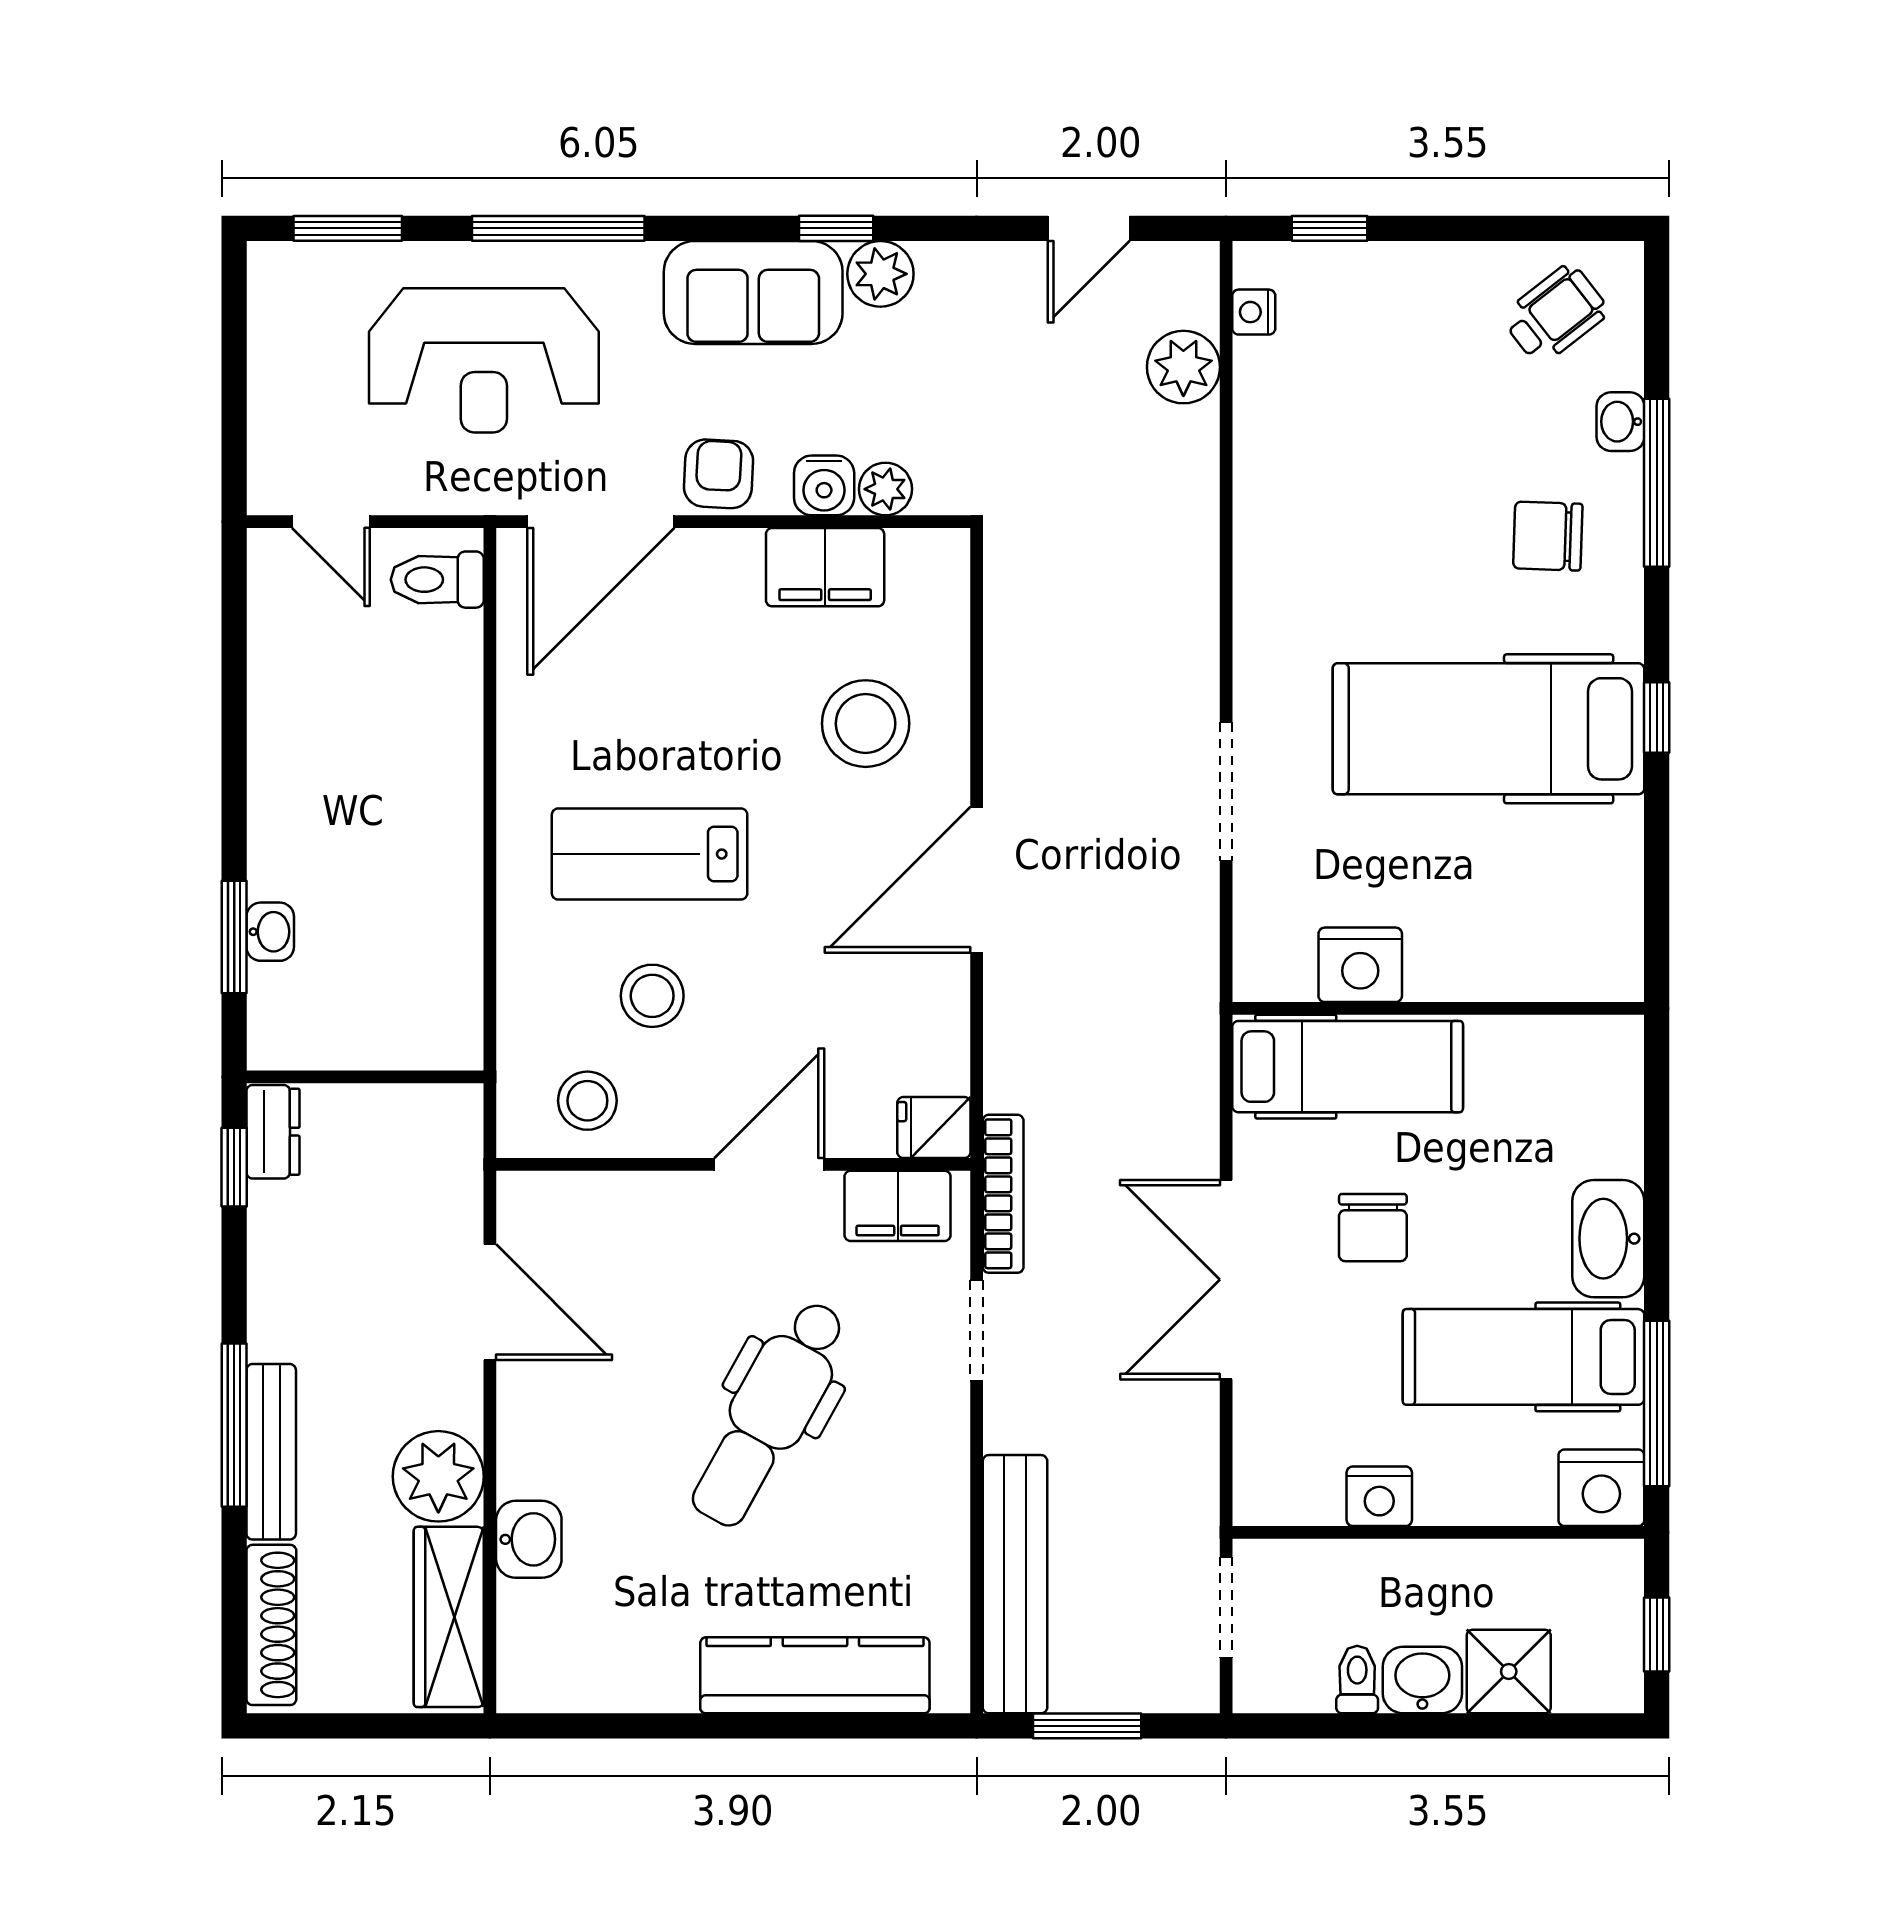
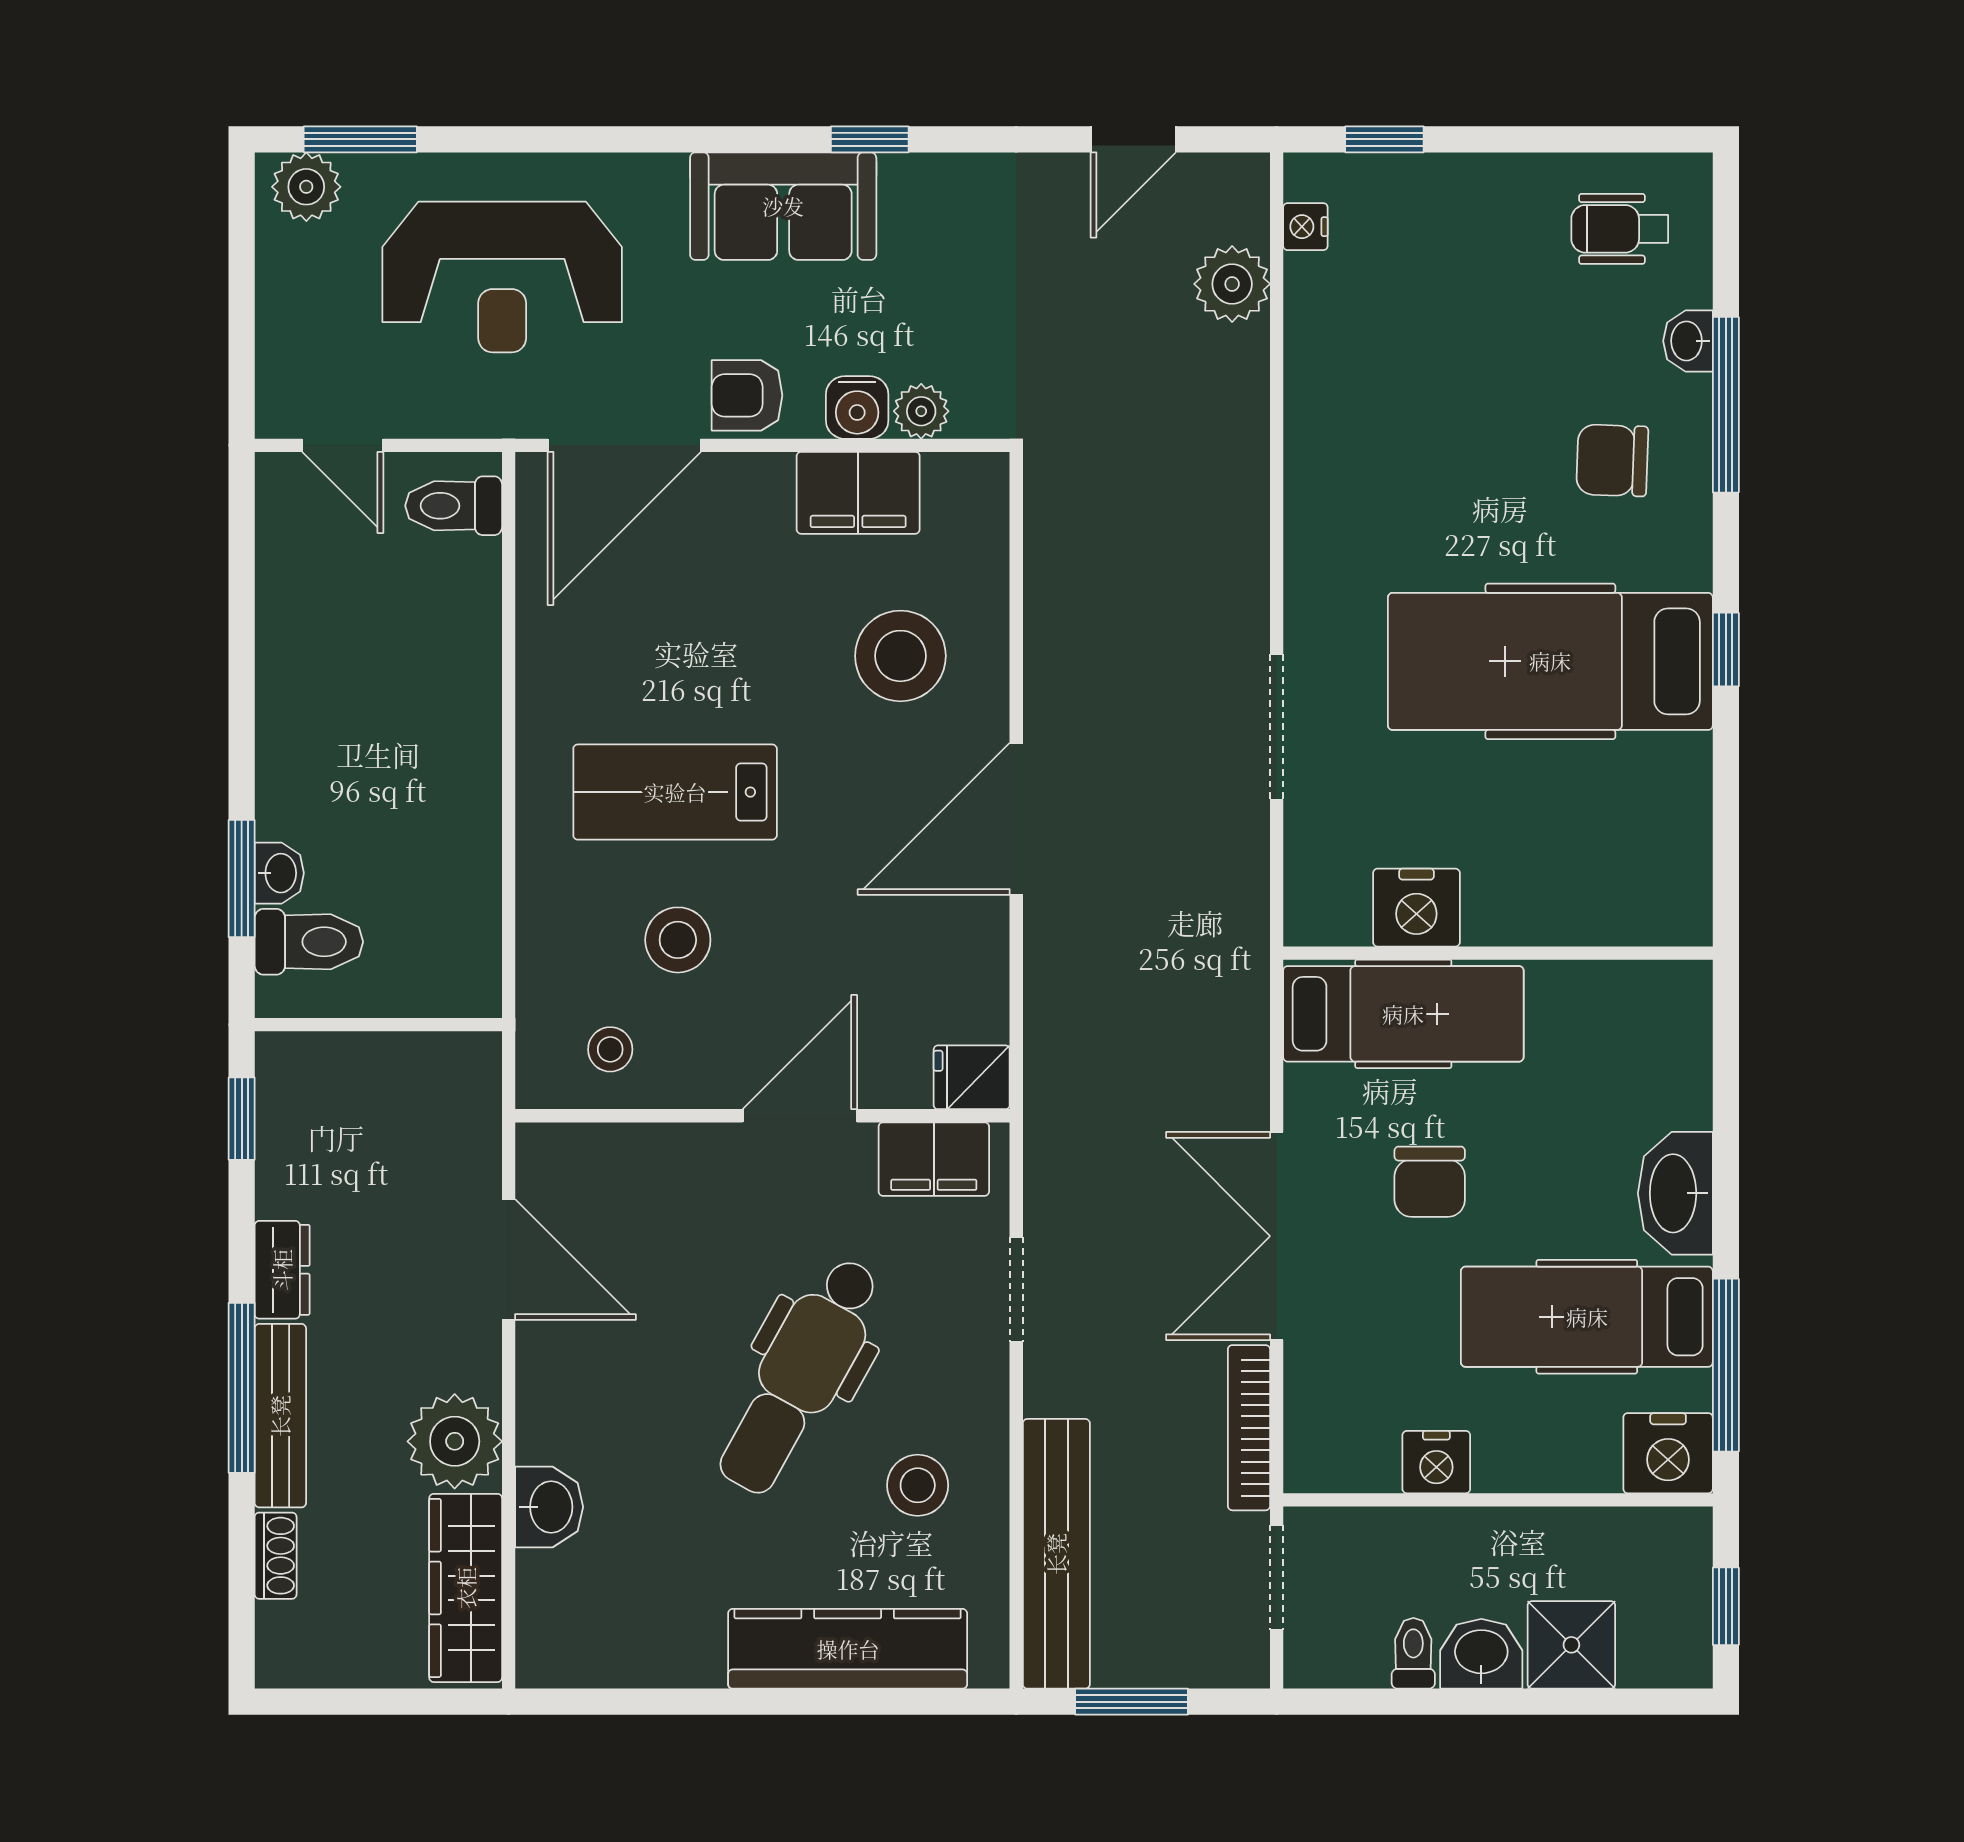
window: (558, 228) -> (580, 139), removed
plant: (880, 274) -> (306, 187), moved
wheelchair: (1555, 314) -> (1620, 229), turned -142
armchair: (718, 474) -> (747, 395), turned -93
toilet: (299, 998) -> (309, 942), added
stool: (587, 1101) -> (610, 1049), width x0.73, depth x0.73
dresser: (273, 1132) -> (282, 1270), moved
bookcase: (1003, 1194) -> (1249, 1428), moved, turned 180
stool: (882, 1519) -> (918, 1485), added
shoe rack: (271, 1625) -> (276, 1556), width x0.51, depth x0.81

